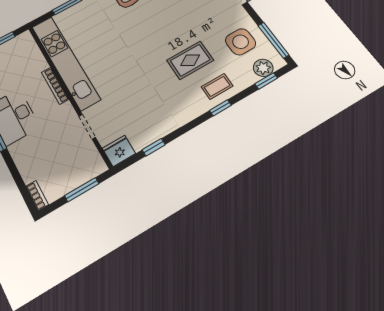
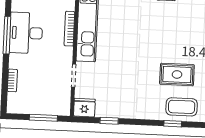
coffee table: (217, 86) -> (182, 107), width x1.36, depth x1.30
bookcase: (37, 195) -> (12, 80), moved

